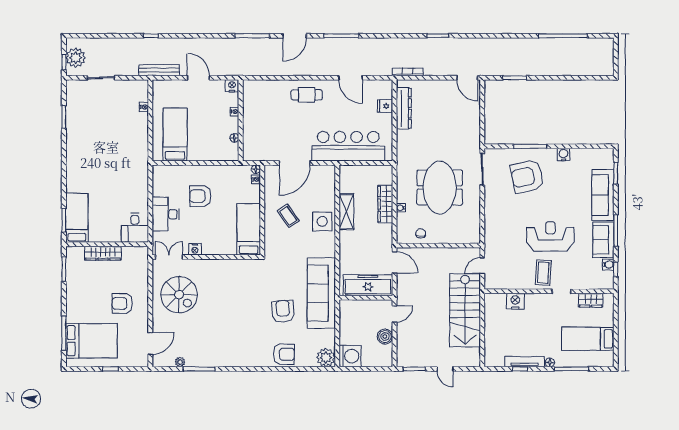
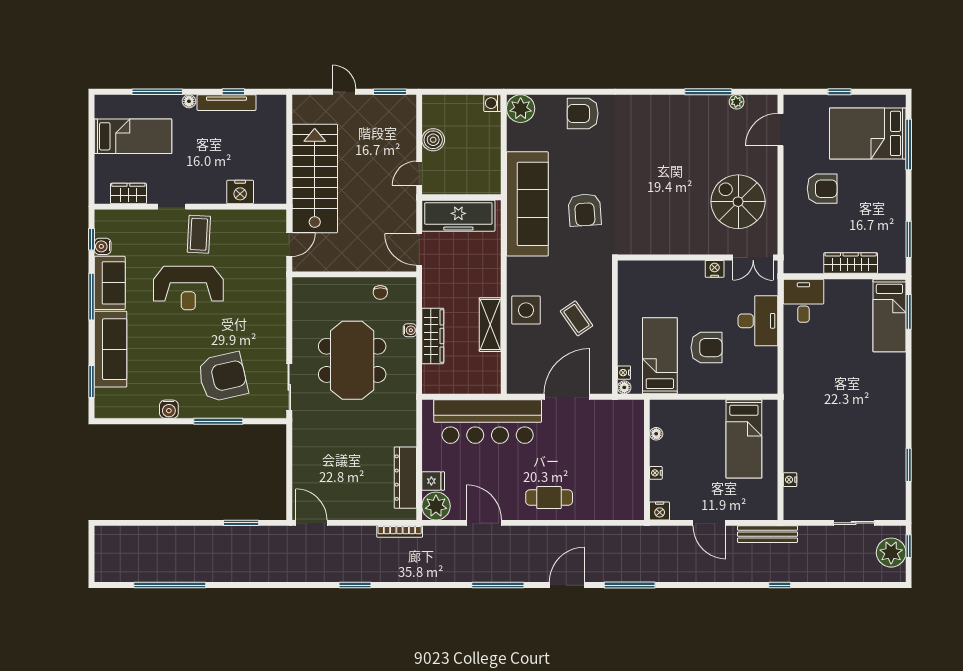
plant: (383, 89) -> (436, 506), added
bed: (249, 229) -> (660, 356), moved, turned 180
armchair: (283, 311) -> (585, 210), moved
washing machine: (350, 356) -> (492, 103), width x0.53, depth x0.53

